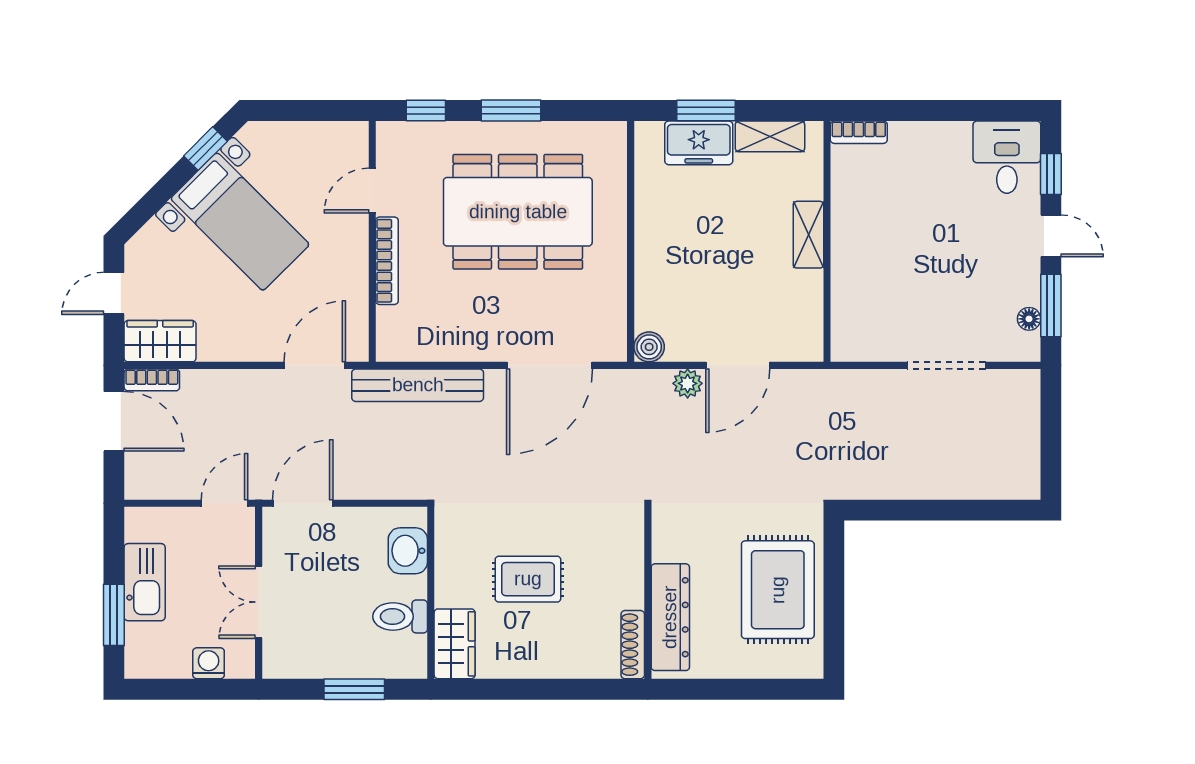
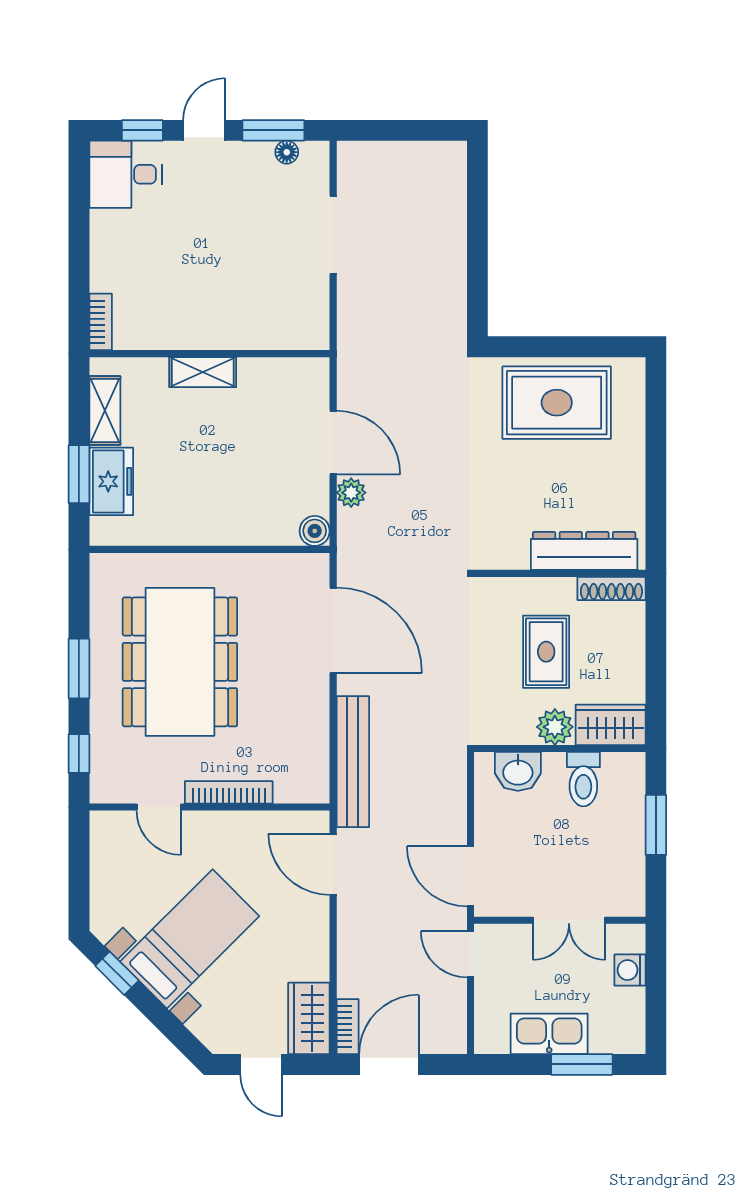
plant: (452, 588) -> (555, 727), added
wall: (648, 593) -> (560, 573), moved
dresser: (670, 617) -> (584, 551), moved
shoe rack: (633, 645) -> (611, 588), moved

